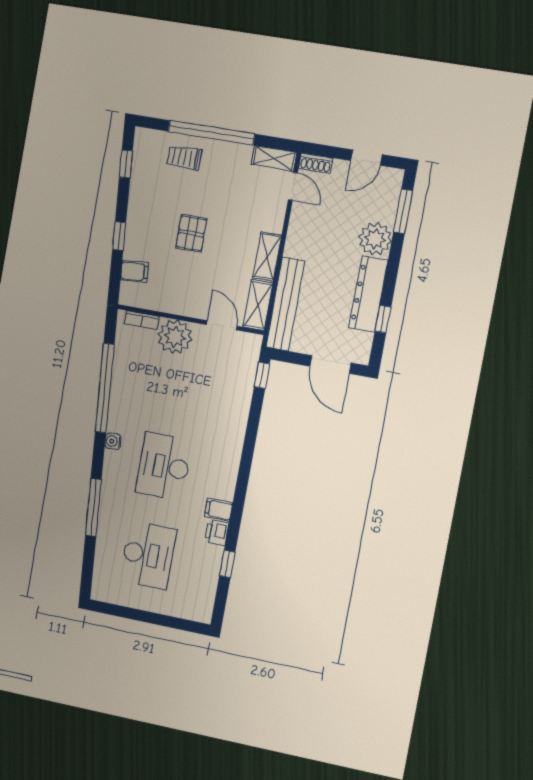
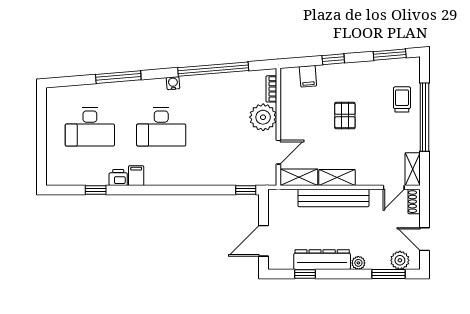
window: (126, 164) -> (390, 55), width x1.50
plant: (388, 194) -> (400, 260), added
pallet: (191, 233) -> (345, 116), turned 90
plant: (375, 239) -> (358, 263), width x0.53, depth x0.53
bench: (285, 304) -> (333, 198), moved
desk: (164, 466) -> (161, 127), turned 180

